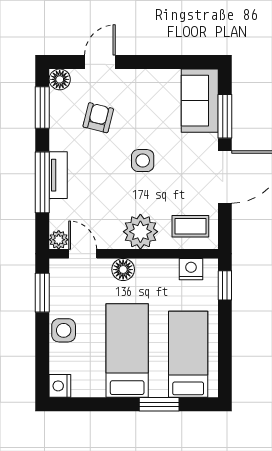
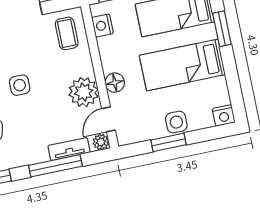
tv unit: (58, 175) -> (69, 149), moved
plant: (140, 232) -> (84, 92), moved
window: (42, 293) -> (168, 142), moved

